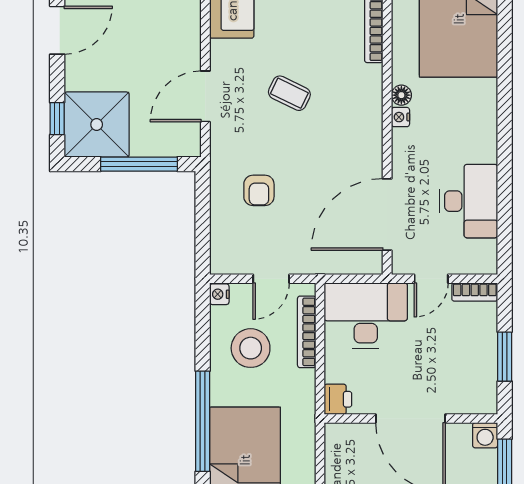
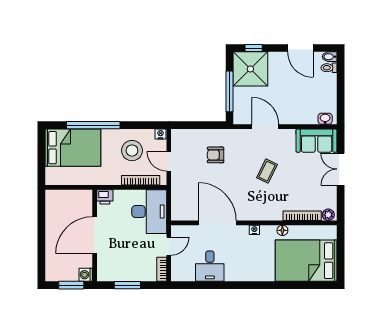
floor lamp: (401, 95) -> (282, 230), moved
desk: (469, 201) -> (210, 266), width x0.73
door: (387, 214) -> (217, 223), moved
door: (431, 279) -> (169, 246), swing flipped

